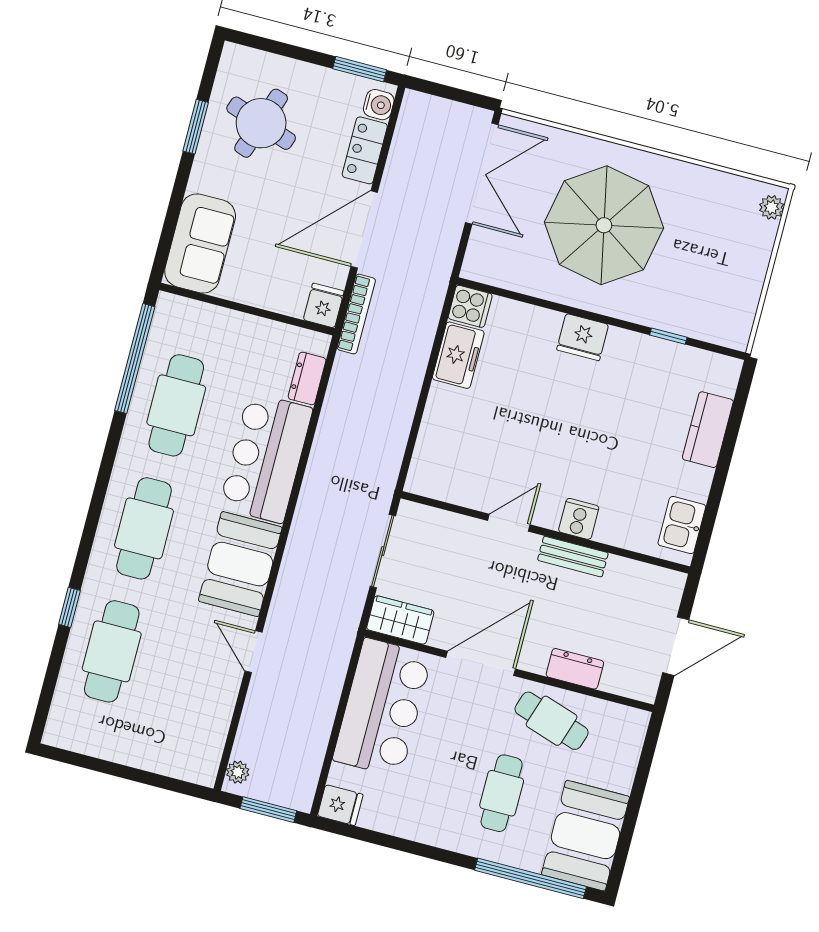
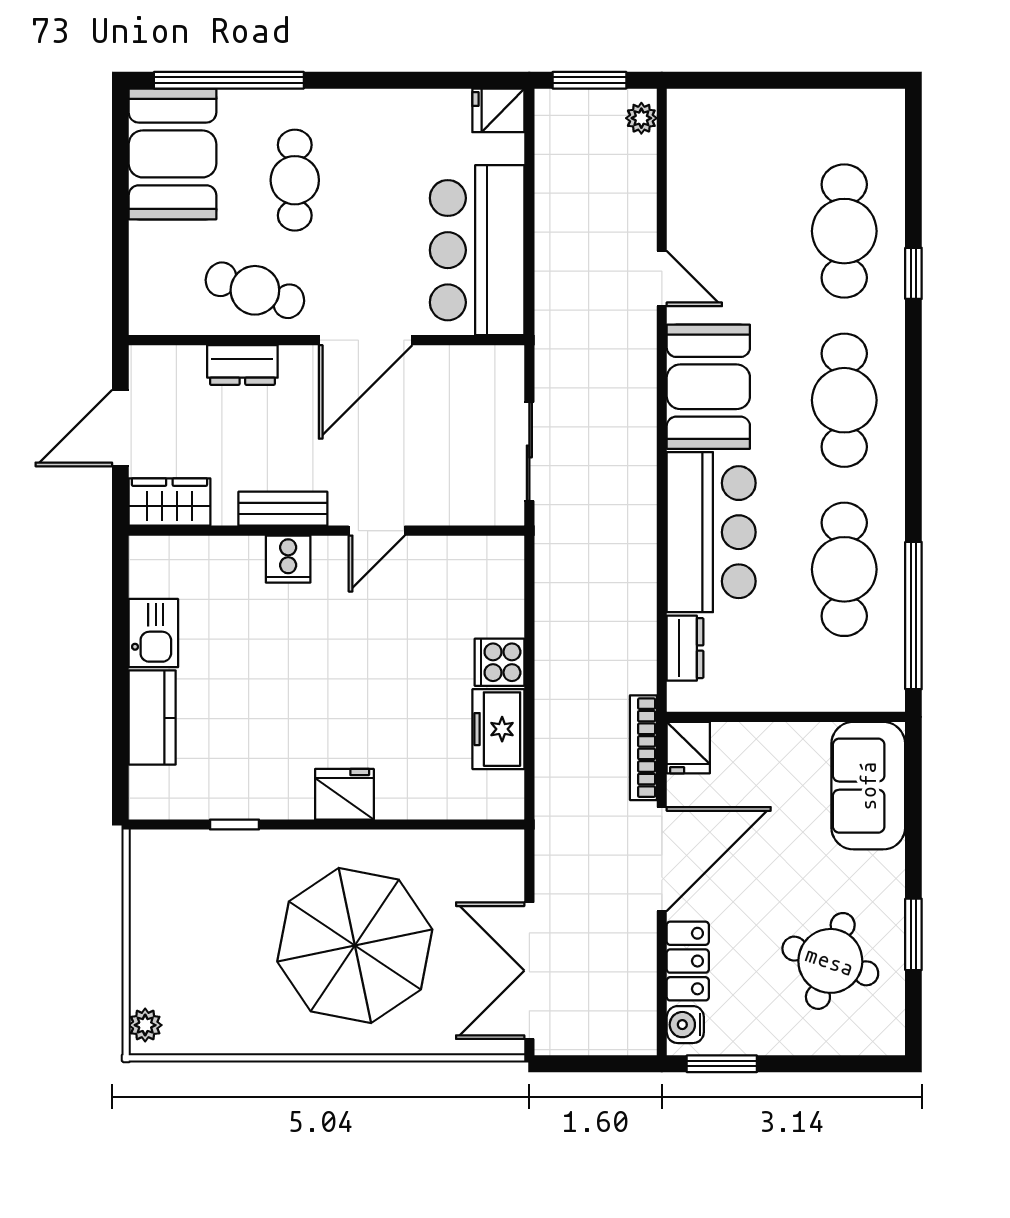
cooker: (470, 306) -> (499, 662), moved
kitchen sink: (682, 525) -> (153, 633), moved
wardrobe: (400, 620) -> (169, 502), moved, turned 180

